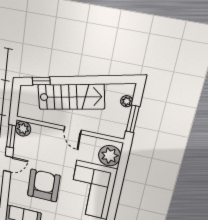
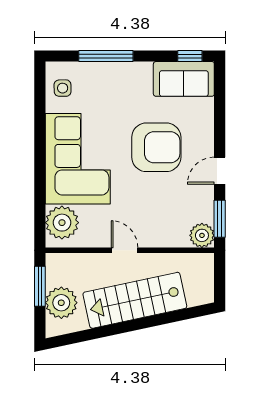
window: (41, 81) -> (183, 315), removed
plant: (127, 101) -> (61, 303), width x1.87, depth x1.87
armchair: (44, 186) -> (156, 147), turned -90

